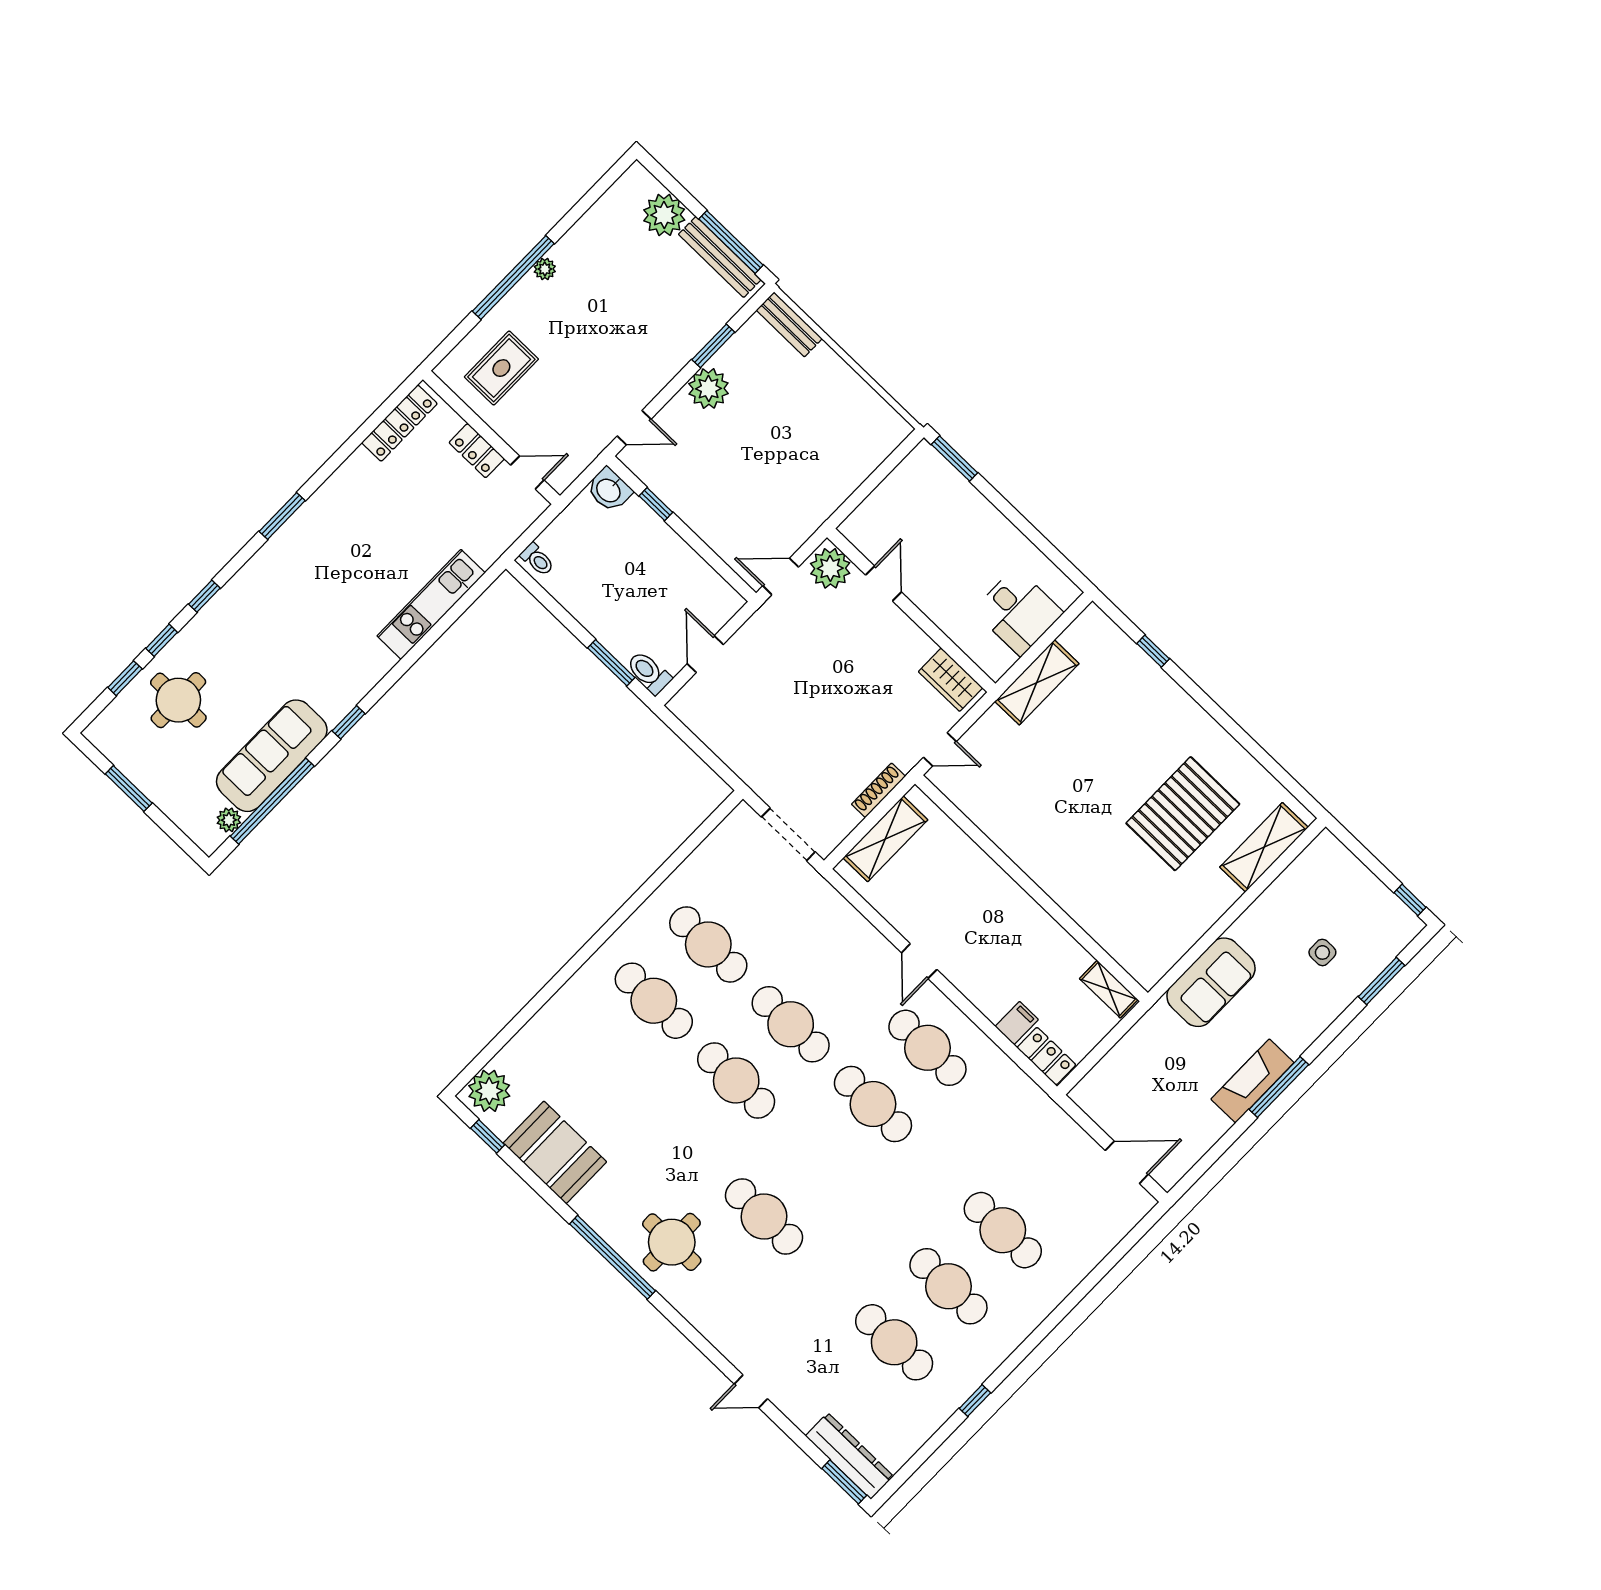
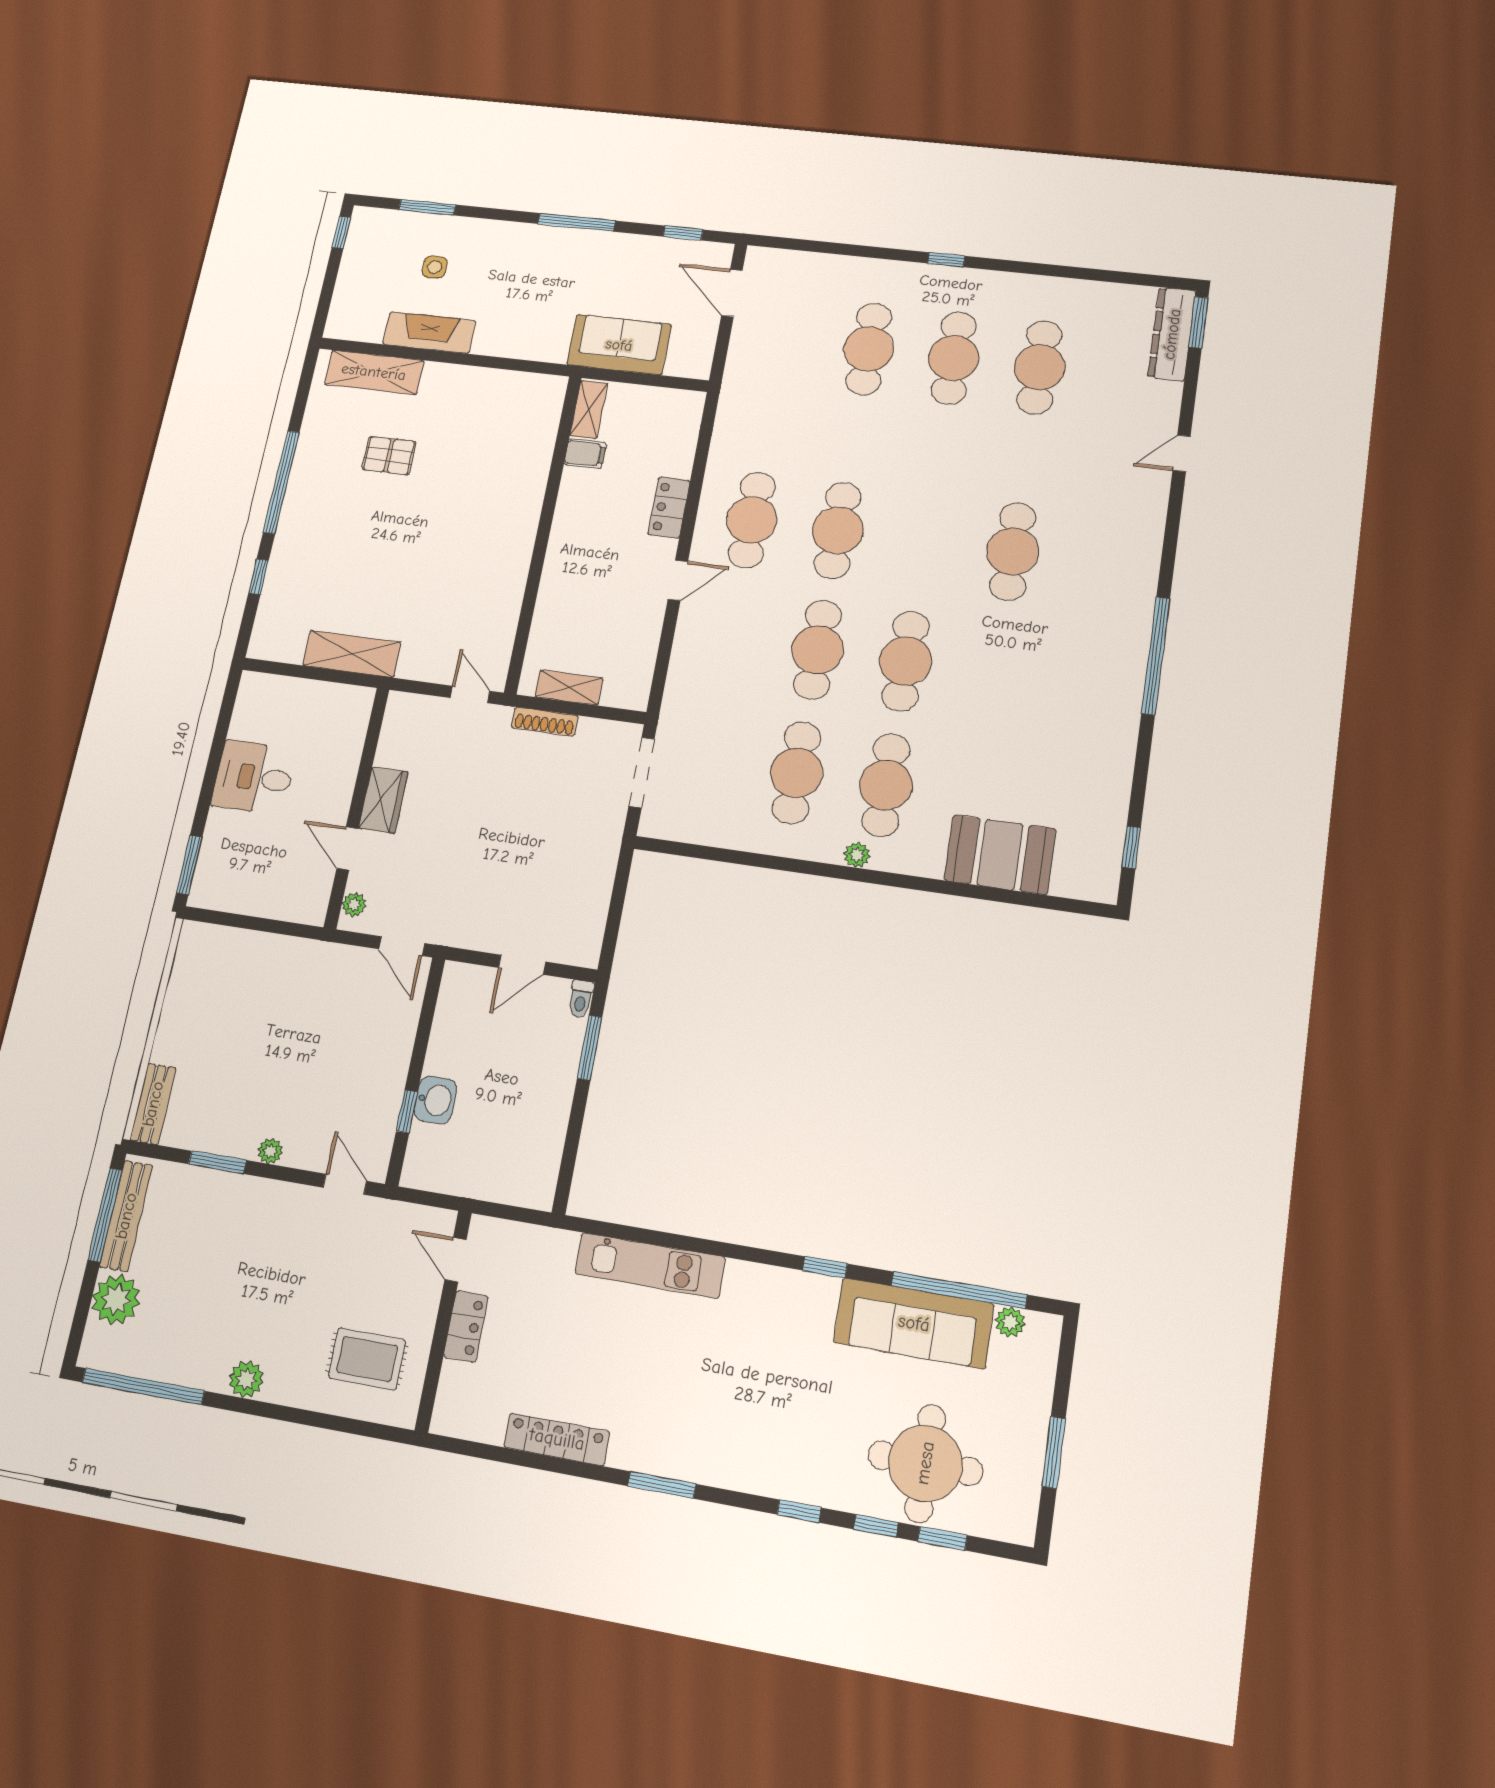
plant: (545, 269) -> (246, 1379), width x1.38, depth x1.38
window: (513, 277) -> (143, 1387), moved
plant: (709, 389) -> (270, 1151), width x0.53, depth x0.53
locker: (399, 423) -> (557, 1439), moved
washbasin: (609, 490) -> (435, 1100), moved
toilet: (537, 559) -> (536, 1190), removed
plant: (830, 568) -> (354, 905), width x0.53, depth x0.53
door: (884, 584) -> (348, 848), hinge flipped
desk: (1018, 612) -> (254, 777), moved, turned -90
toilet: (649, 673) -> (581, 999), width x0.73, depth x0.72
wardrobe: (950, 680) -> (383, 800), moved
round table: (178, 700) -> (925, 1463), width x1.36, depth x1.36
window: (1222, 717) -> (281, 482), added
pallet: (1183, 814) -> (389, 456), width x0.49, depth x0.50
shelving: (885, 839) -> (569, 688), width x0.67, depth x0.75
sofa: (1211, 982) -> (619, 345), moved
filing cabinet: (1017, 1023) -> (585, 454), moved, turned 180
locker: (1046, 1056) -> (669, 507), moved
fireplace: (1252, 1081) -> (429, 333), moved, turned 180
plant: (489, 1091) -> (857, 855), moved, width x0.53, depth x0.53
booth: (555, 1152) -> (1000, 855), moved, turned 90
window: (1207, 1161) -> (683, 233), added
round table: (672, 1242) -> (1100, 614), removed
door: (751, 1391) -> (1182, 453), swing flipped
window: (975, 1401) -> (946, 260), moved

